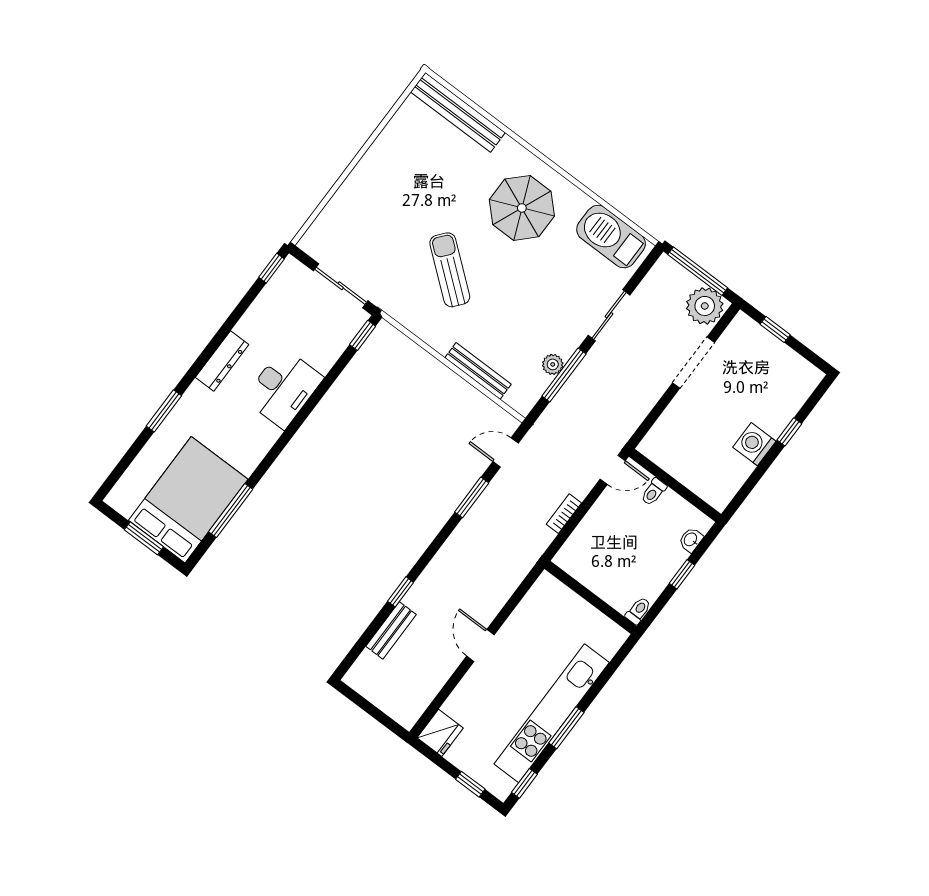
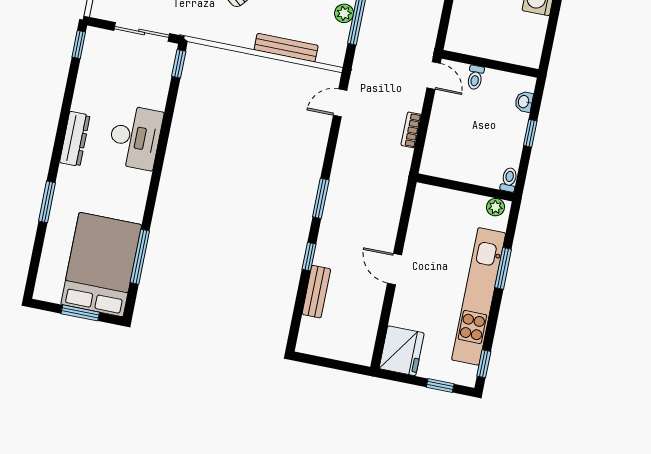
door: (613, 470) -> (434, 75), hinge flipped
window: (472, 497) -> (321, 198), moved
plant: (612, 632) -> (495, 207), added
window: (566, 728) -> (503, 268), moved
fridge: (440, 733) -> (402, 351), width x1.36, depth x1.34

